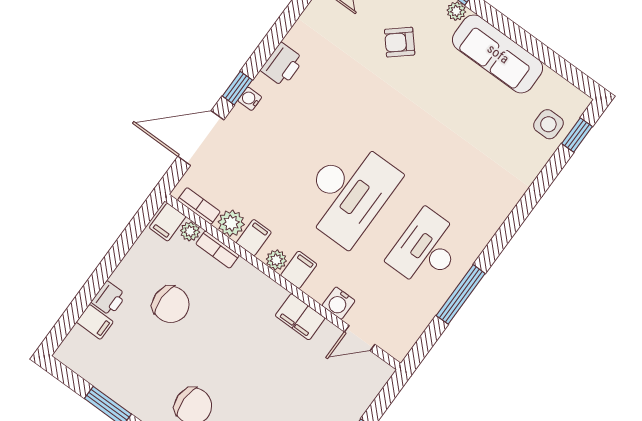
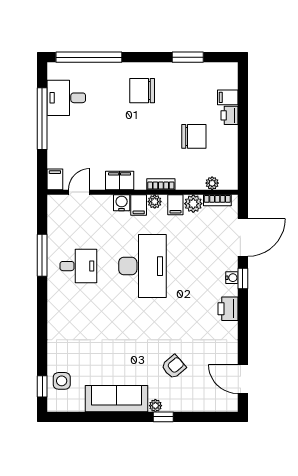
desk: (348, 192) -> (142, 266), turned 180
filing cabinet: (168, 222) -> (55, 179), moved
desk: (426, 249) -> (78, 266), width x0.73
bookcase: (218, 250) -> (161, 184), moved
water cooler: (339, 303) -> (122, 203), moved
chair: (171, 304) -> (194, 136), turned 180

